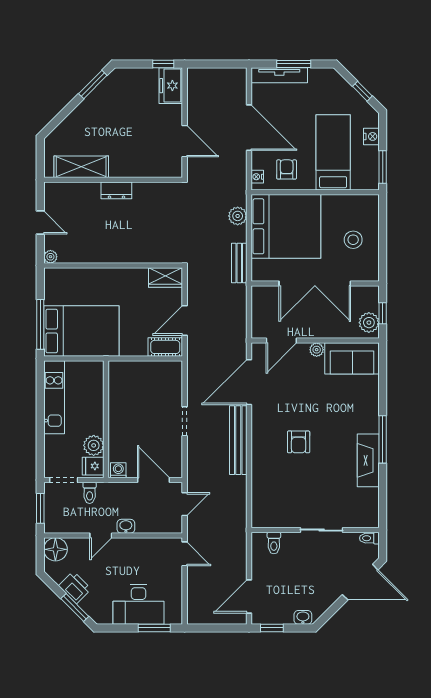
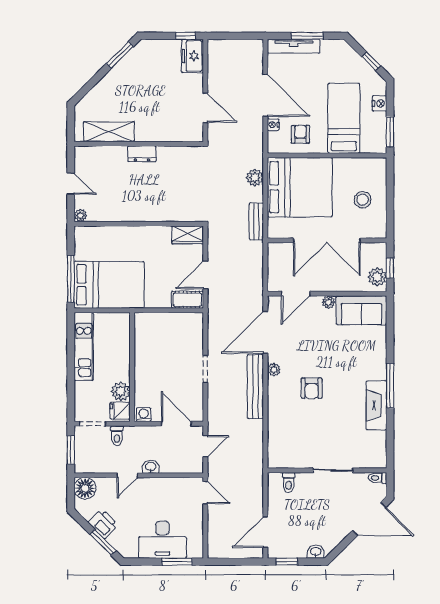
nightstand: (257, 177) -> (273, 125), moved
plant: (258, 422) -> (274, 370), added

